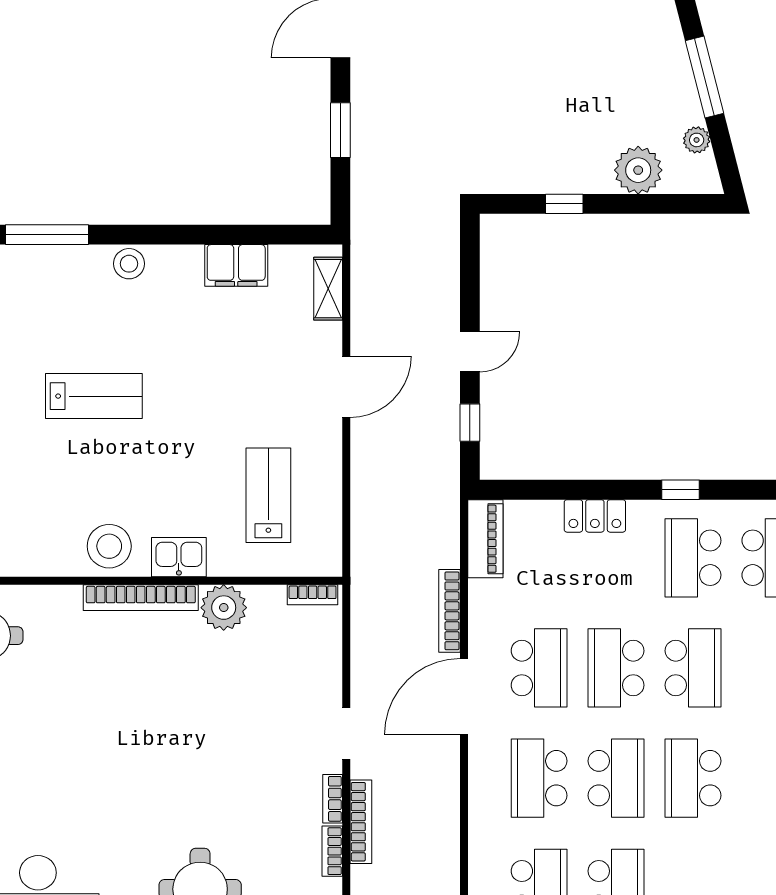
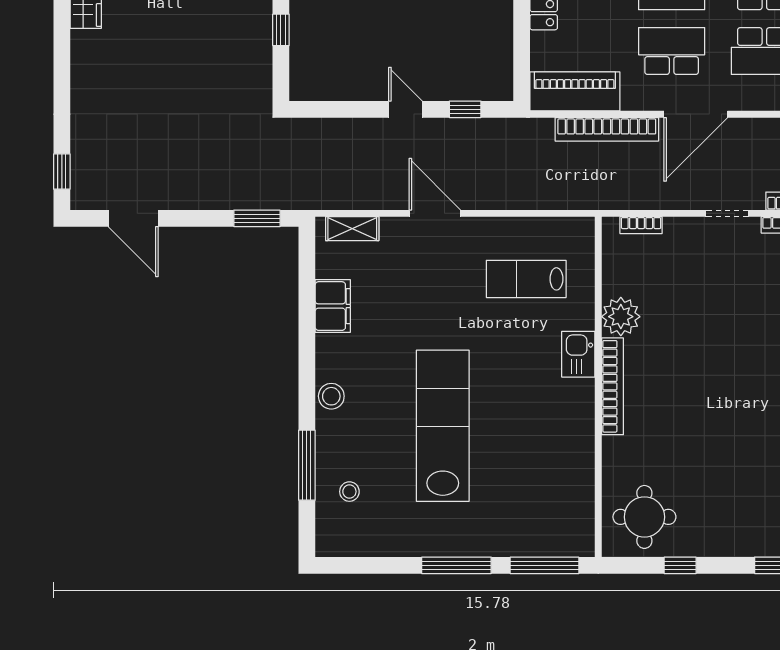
window: (340, 130) -> (257, 218), moved
lab bench: (94, 396) -> (443, 426), width x1.86, depth x1.39
piano: (485, 539) -> (575, 91), width x1.37, depth x1.33
stool: (109, 546) -> (349, 492), moved, width x0.53, depth x0.53
bookcase: (313, 595) -> (641, 225), moved, turned 90
bookcase: (449, 611) -> (607, 129), width x1.48, depth x1.31
door: (464, 697) -> (696, 114), hinge flipped

